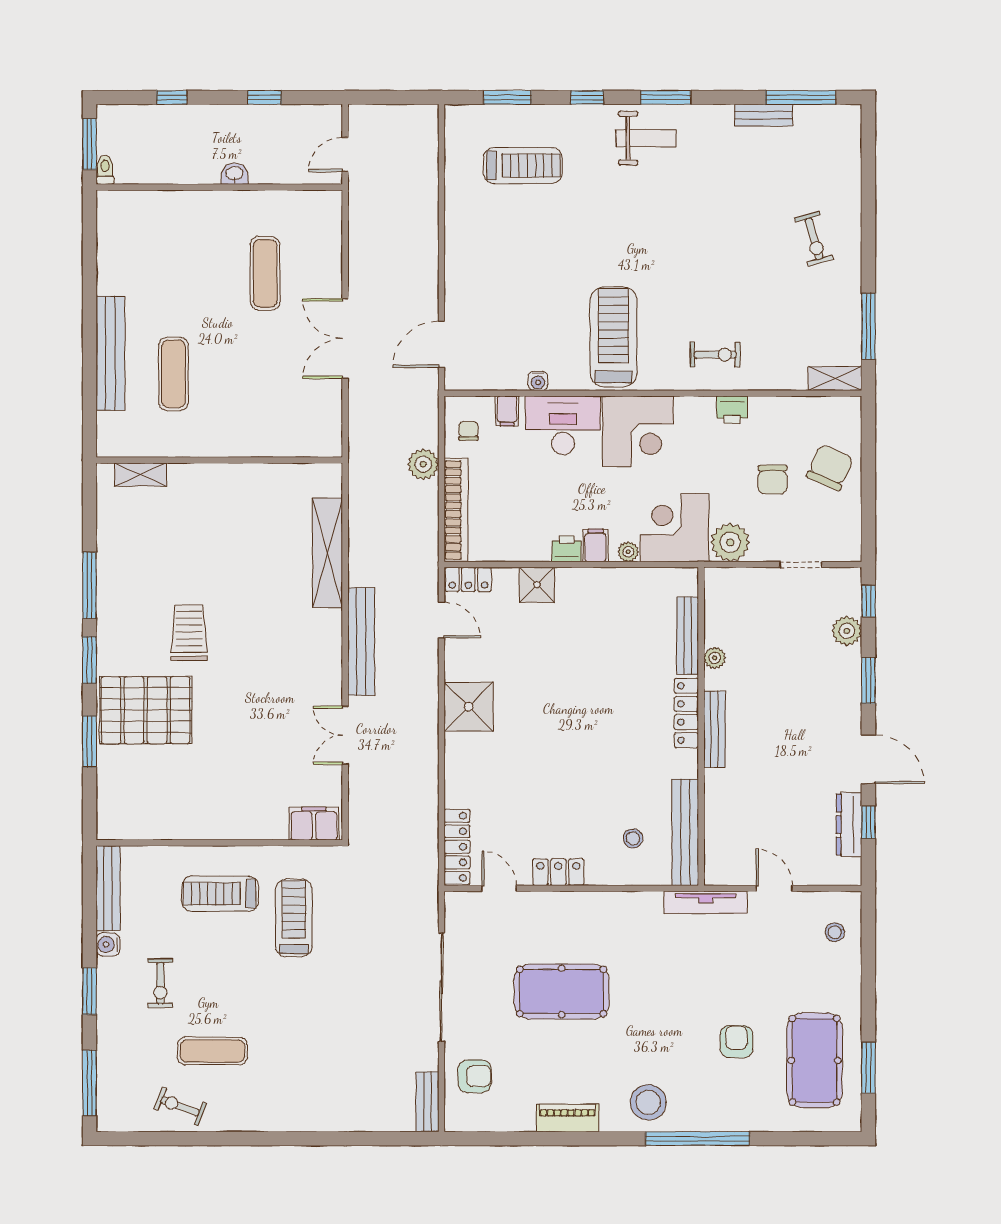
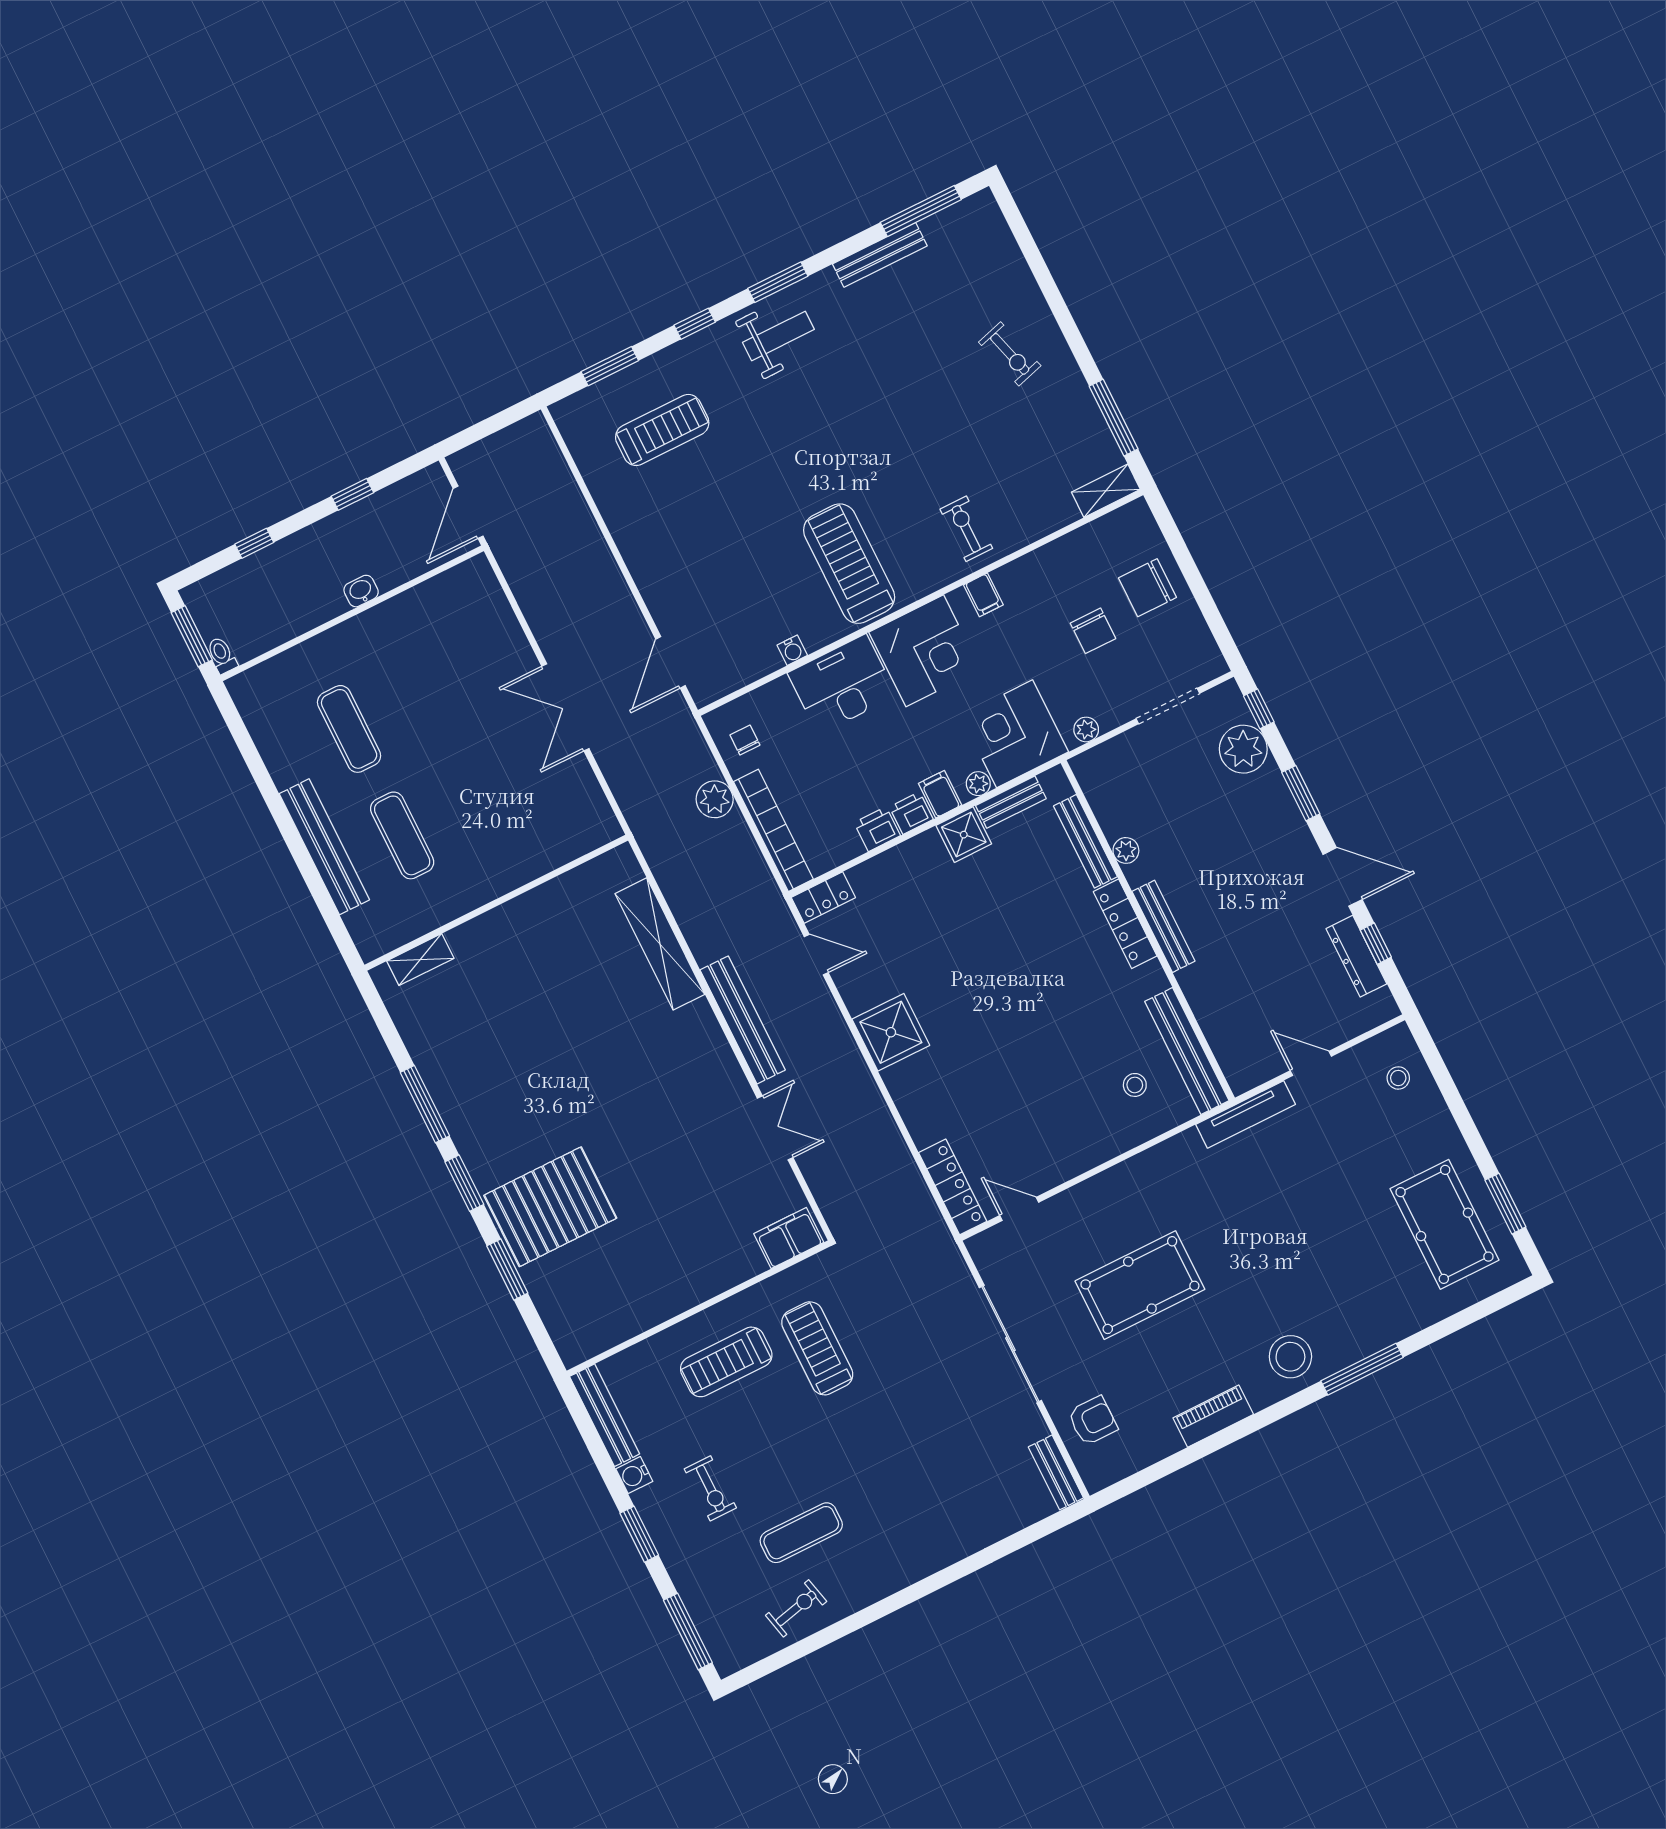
bench: (764, 115) -> (880, 255), width x1.36
door: (345, 154) -> (468, 512), width x1.37
exercise mat: (265, 273) -> (349, 729), moved
exercise bike: (715, 355) -> (966, 529), turned -90
printer: (732, 410) -> (877, 829), moved, turned 180
filing cabinet: (507, 411) -> (983, 595), moved
chair: (830, 467) -> (1147, 588), turned -114
plant: (730, 542) -> (1086, 729), width x0.53, depth x0.53
doorway: (801, 565) -> (1168, 706), width x1.38
bench: (646, 578) -> (1011, 802), added
shower: (537, 585) -> (964, 835), moved
plant: (847, 631) -> (1243, 749), width x1.36, depth x1.36
trolley: (189, 633) -> (555, 1101), removed
double door: (345, 735) -> (775, 1128), swing flipped
locker: (558, 872) -> (1073, 1160), removed
armchair: (736, 1042) -> (1352, 1246), removed
exercise bike: (180, 1106) -> (796, 1608), turned 146
window: (698, 1139) -> (1362, 1369), width x0.68

